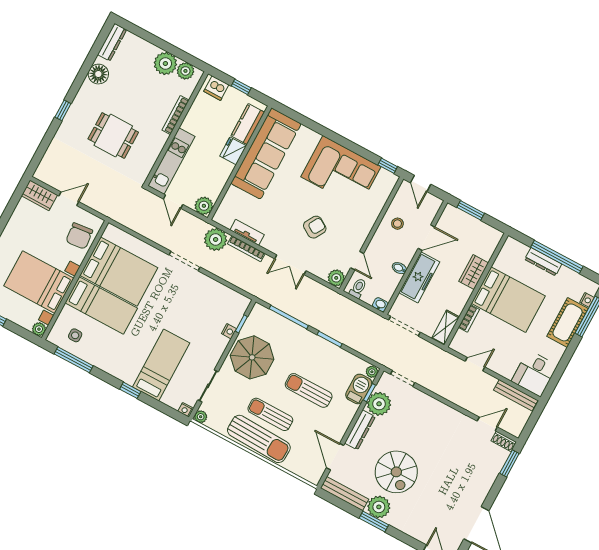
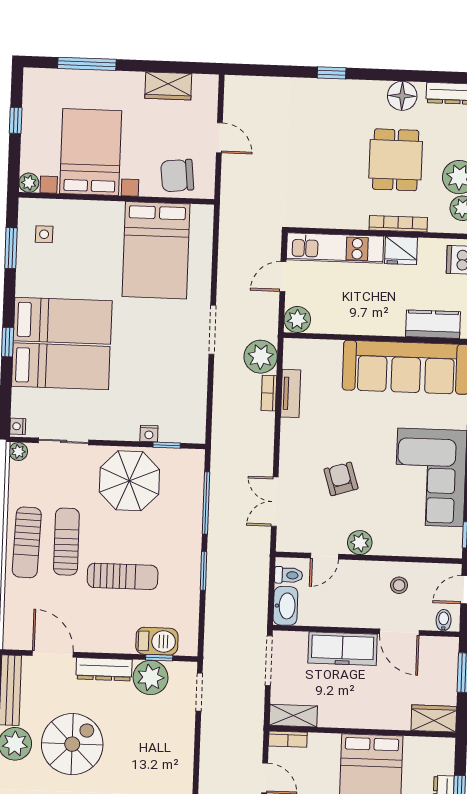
dining table: (113, 136) -> (396, 160), moved
fridge: (233, 151) -> (401, 251), moved, turned 180
wardrobe: (39, 195) -> (168, 86), moved, turned -90
armchair: (315, 227) -> (341, 479), turned -138
bookcase: (246, 249) -> (269, 393), width x0.64
double door: (290, 265) -> (275, 502), moved
bidet: (399, 268) -> (444, 620), moved
wardrobe: (474, 272) -> (434, 718), moved
plant: (336, 278) -> (360, 543), moved
bed: (101, 305) -> (63, 321), moved, turned -90
washbasin: (380, 305) -> (285, 606), width x1.91, depth x1.45
bookcase: (469, 318) -> (288, 739), moved
window: (74, 360) -> (11, 248), width x0.69
plant: (372, 372) -> (188, 647), removed
sun lounger: (309, 390) -> (123, 576), turned 90
sun lounger: (259, 439) -> (27, 542), width x0.73, depth x0.75
door: (335, 457) -> (53, 654), hinge flipped
spiral stairs: (396, 472) -> (72, 744), turned 180

